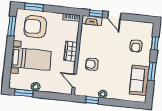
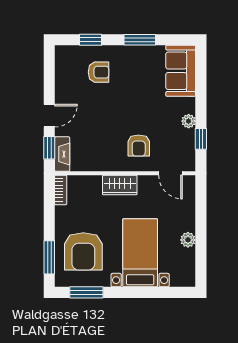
sofa: (139, 80) -> (181, 71), moved, turned 90
door: (74, 81) -> (170, 173), hinge flipped
window: (24, 93) -> (201, 259), removed

